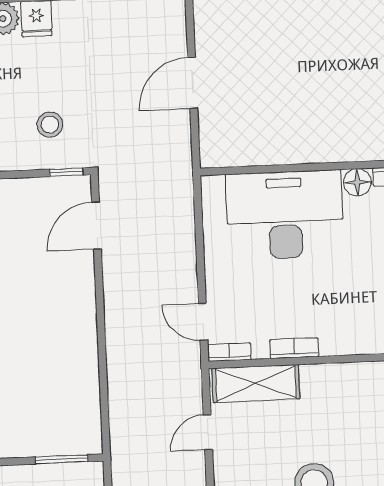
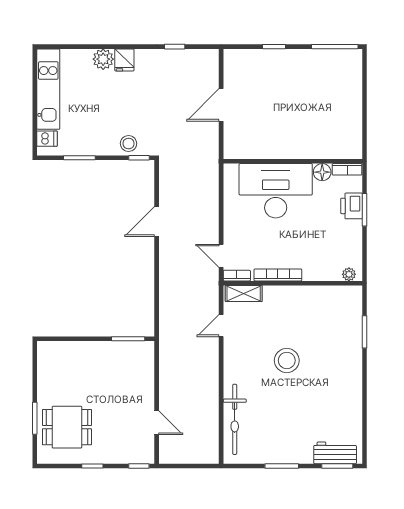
stool: (50, 125) -> (129, 144), moved
door: (97, 226) -> (157, 222), moved
bookcase: (294, 348) -> (278, 275), width x1.56
shelving: (256, 384) -> (244, 294), width x0.67, depth x0.75

